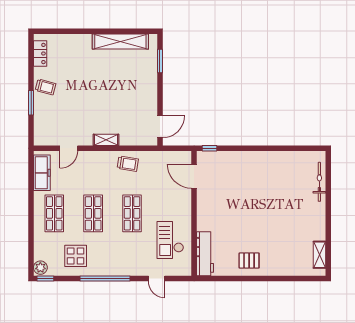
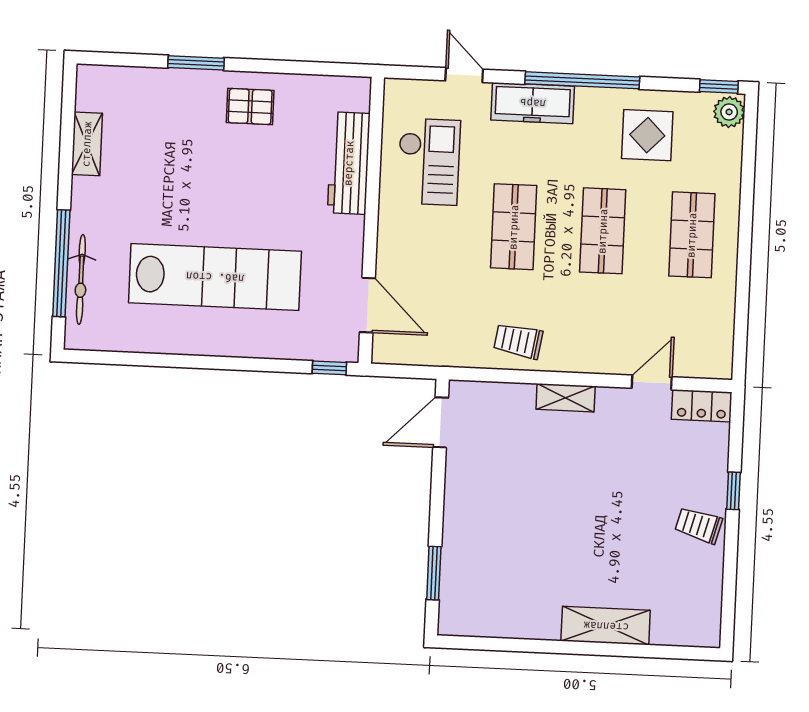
shelving: (120, 41) -> (606, 626), moved, width x0.68
locker: (40, 53) -> (702, 406), moved, turned -90
window: (31, 103) -> (733, 491), width x0.67
freezer: (42, 173) -> (533, 103), moved, turned -90
lab bench: (261, 186) -> (215, 277), added
window: (328, 188) -> (61, 263), added
workbench: (205, 254) -> (349, 163), moved
shelving: (319, 255) -> (87, 144), moved
window: (274, 278) -> (196, 63), added

